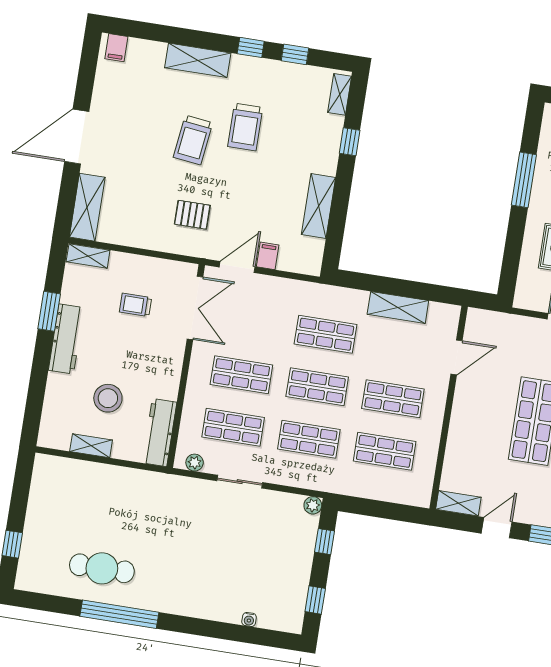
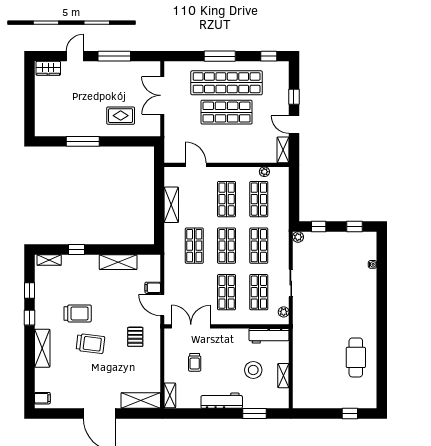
window: (49, 311) -> (254, 413), moved
plant: (428, 467) -> (264, 172), added
window: (119, 614) -> (382, 343), removed

